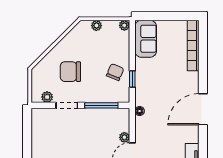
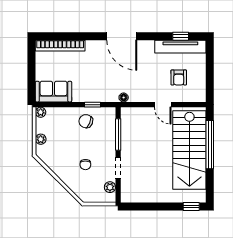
chair: (70, 72) -> (85, 165), width x0.54, depth x0.54
plant: (124, 137) -> (149, 112), removed

